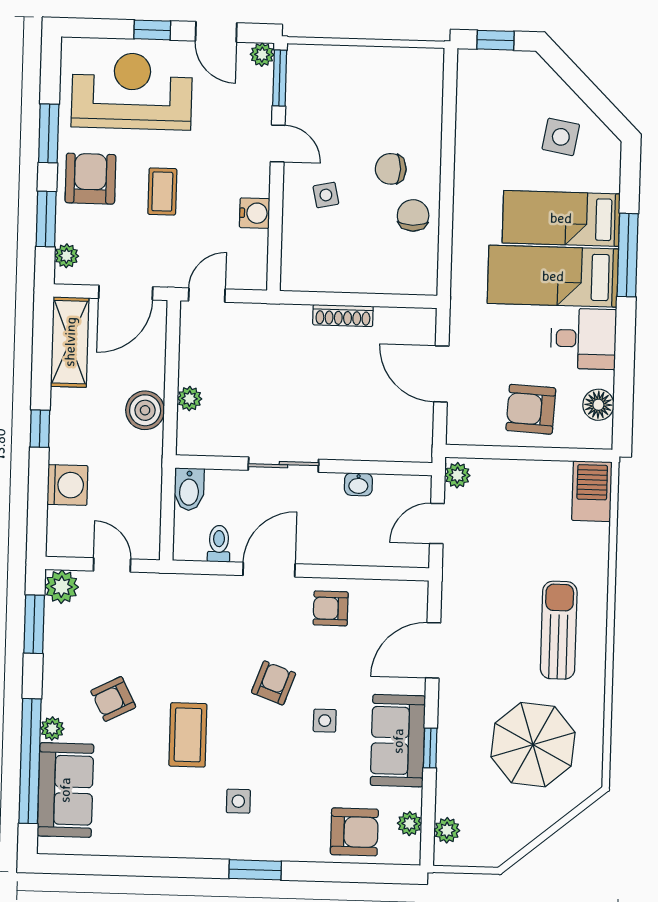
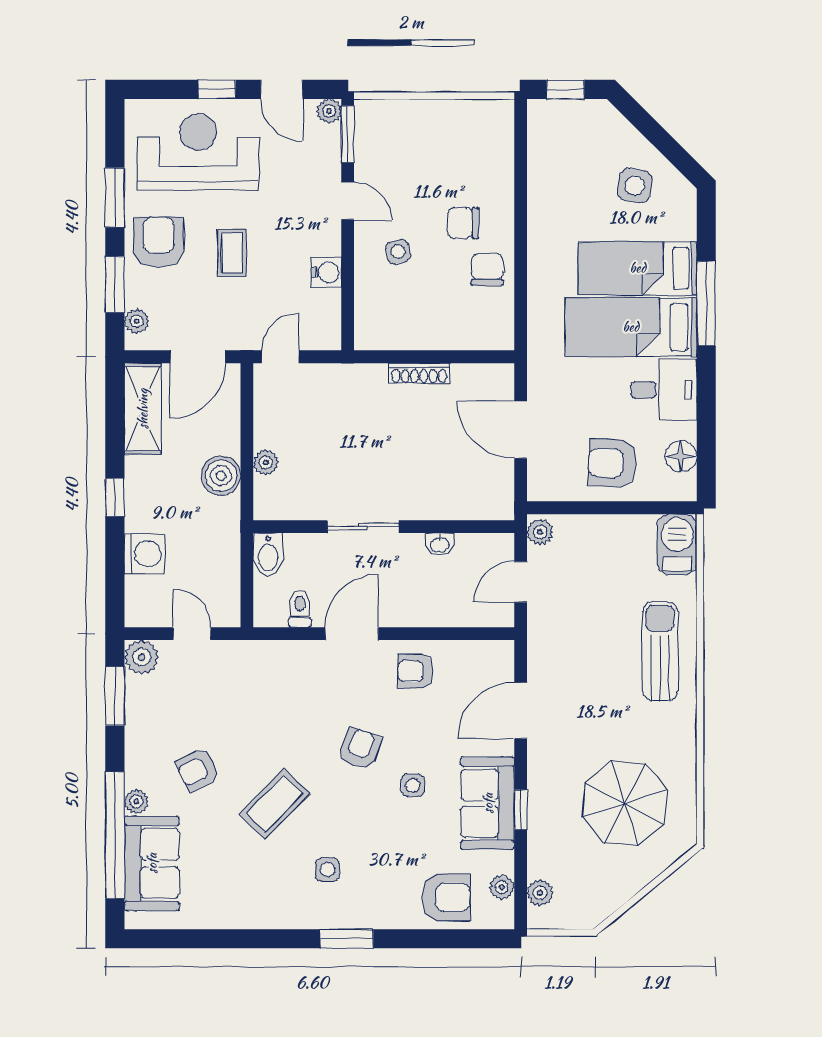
sun lounger: (559, 630) -> (660, 651), moved
coffee table: (188, 735) -> (274, 804), turned 44

